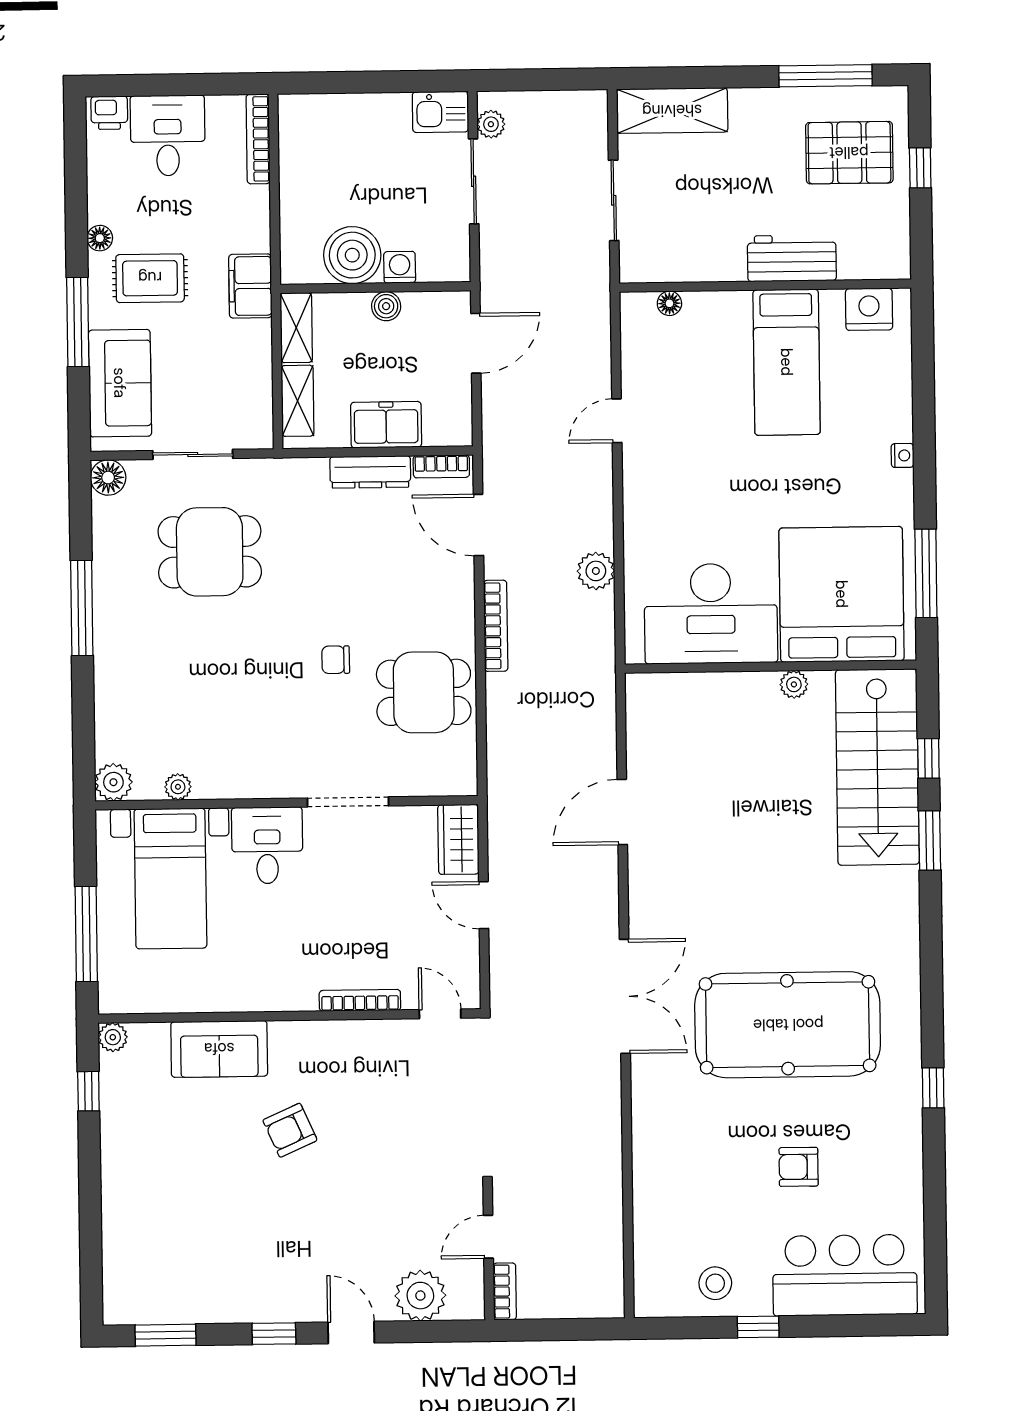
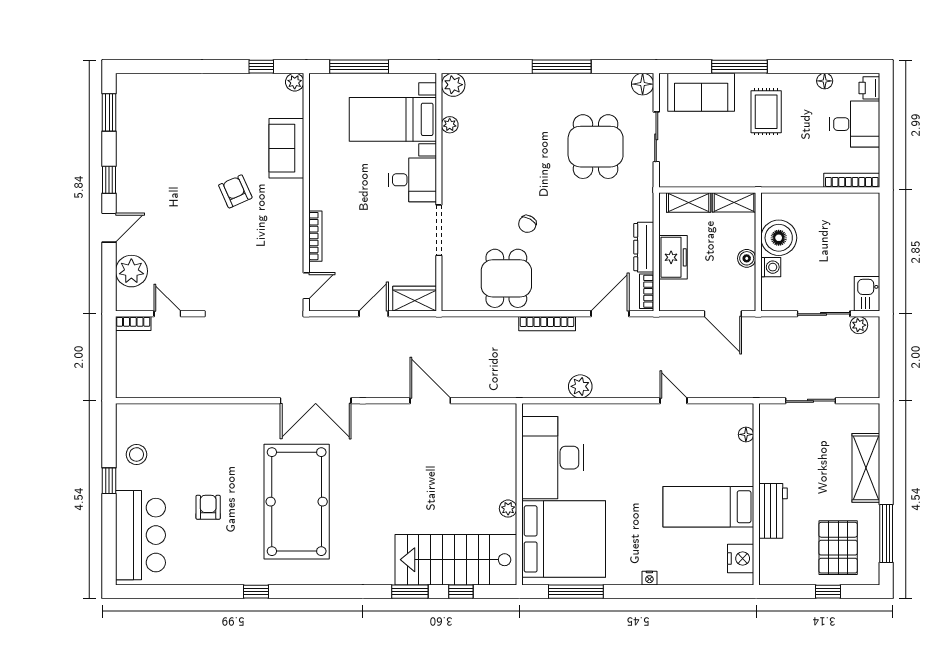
shelving: (672, 111) -> (866, 468), moved
floor lamp: (100, 238) -> (825, 81), moved
filing cabinet: (250, 286) -> (760, 174), removed
chair: (336, 660) -> (527, 224), turned -150

